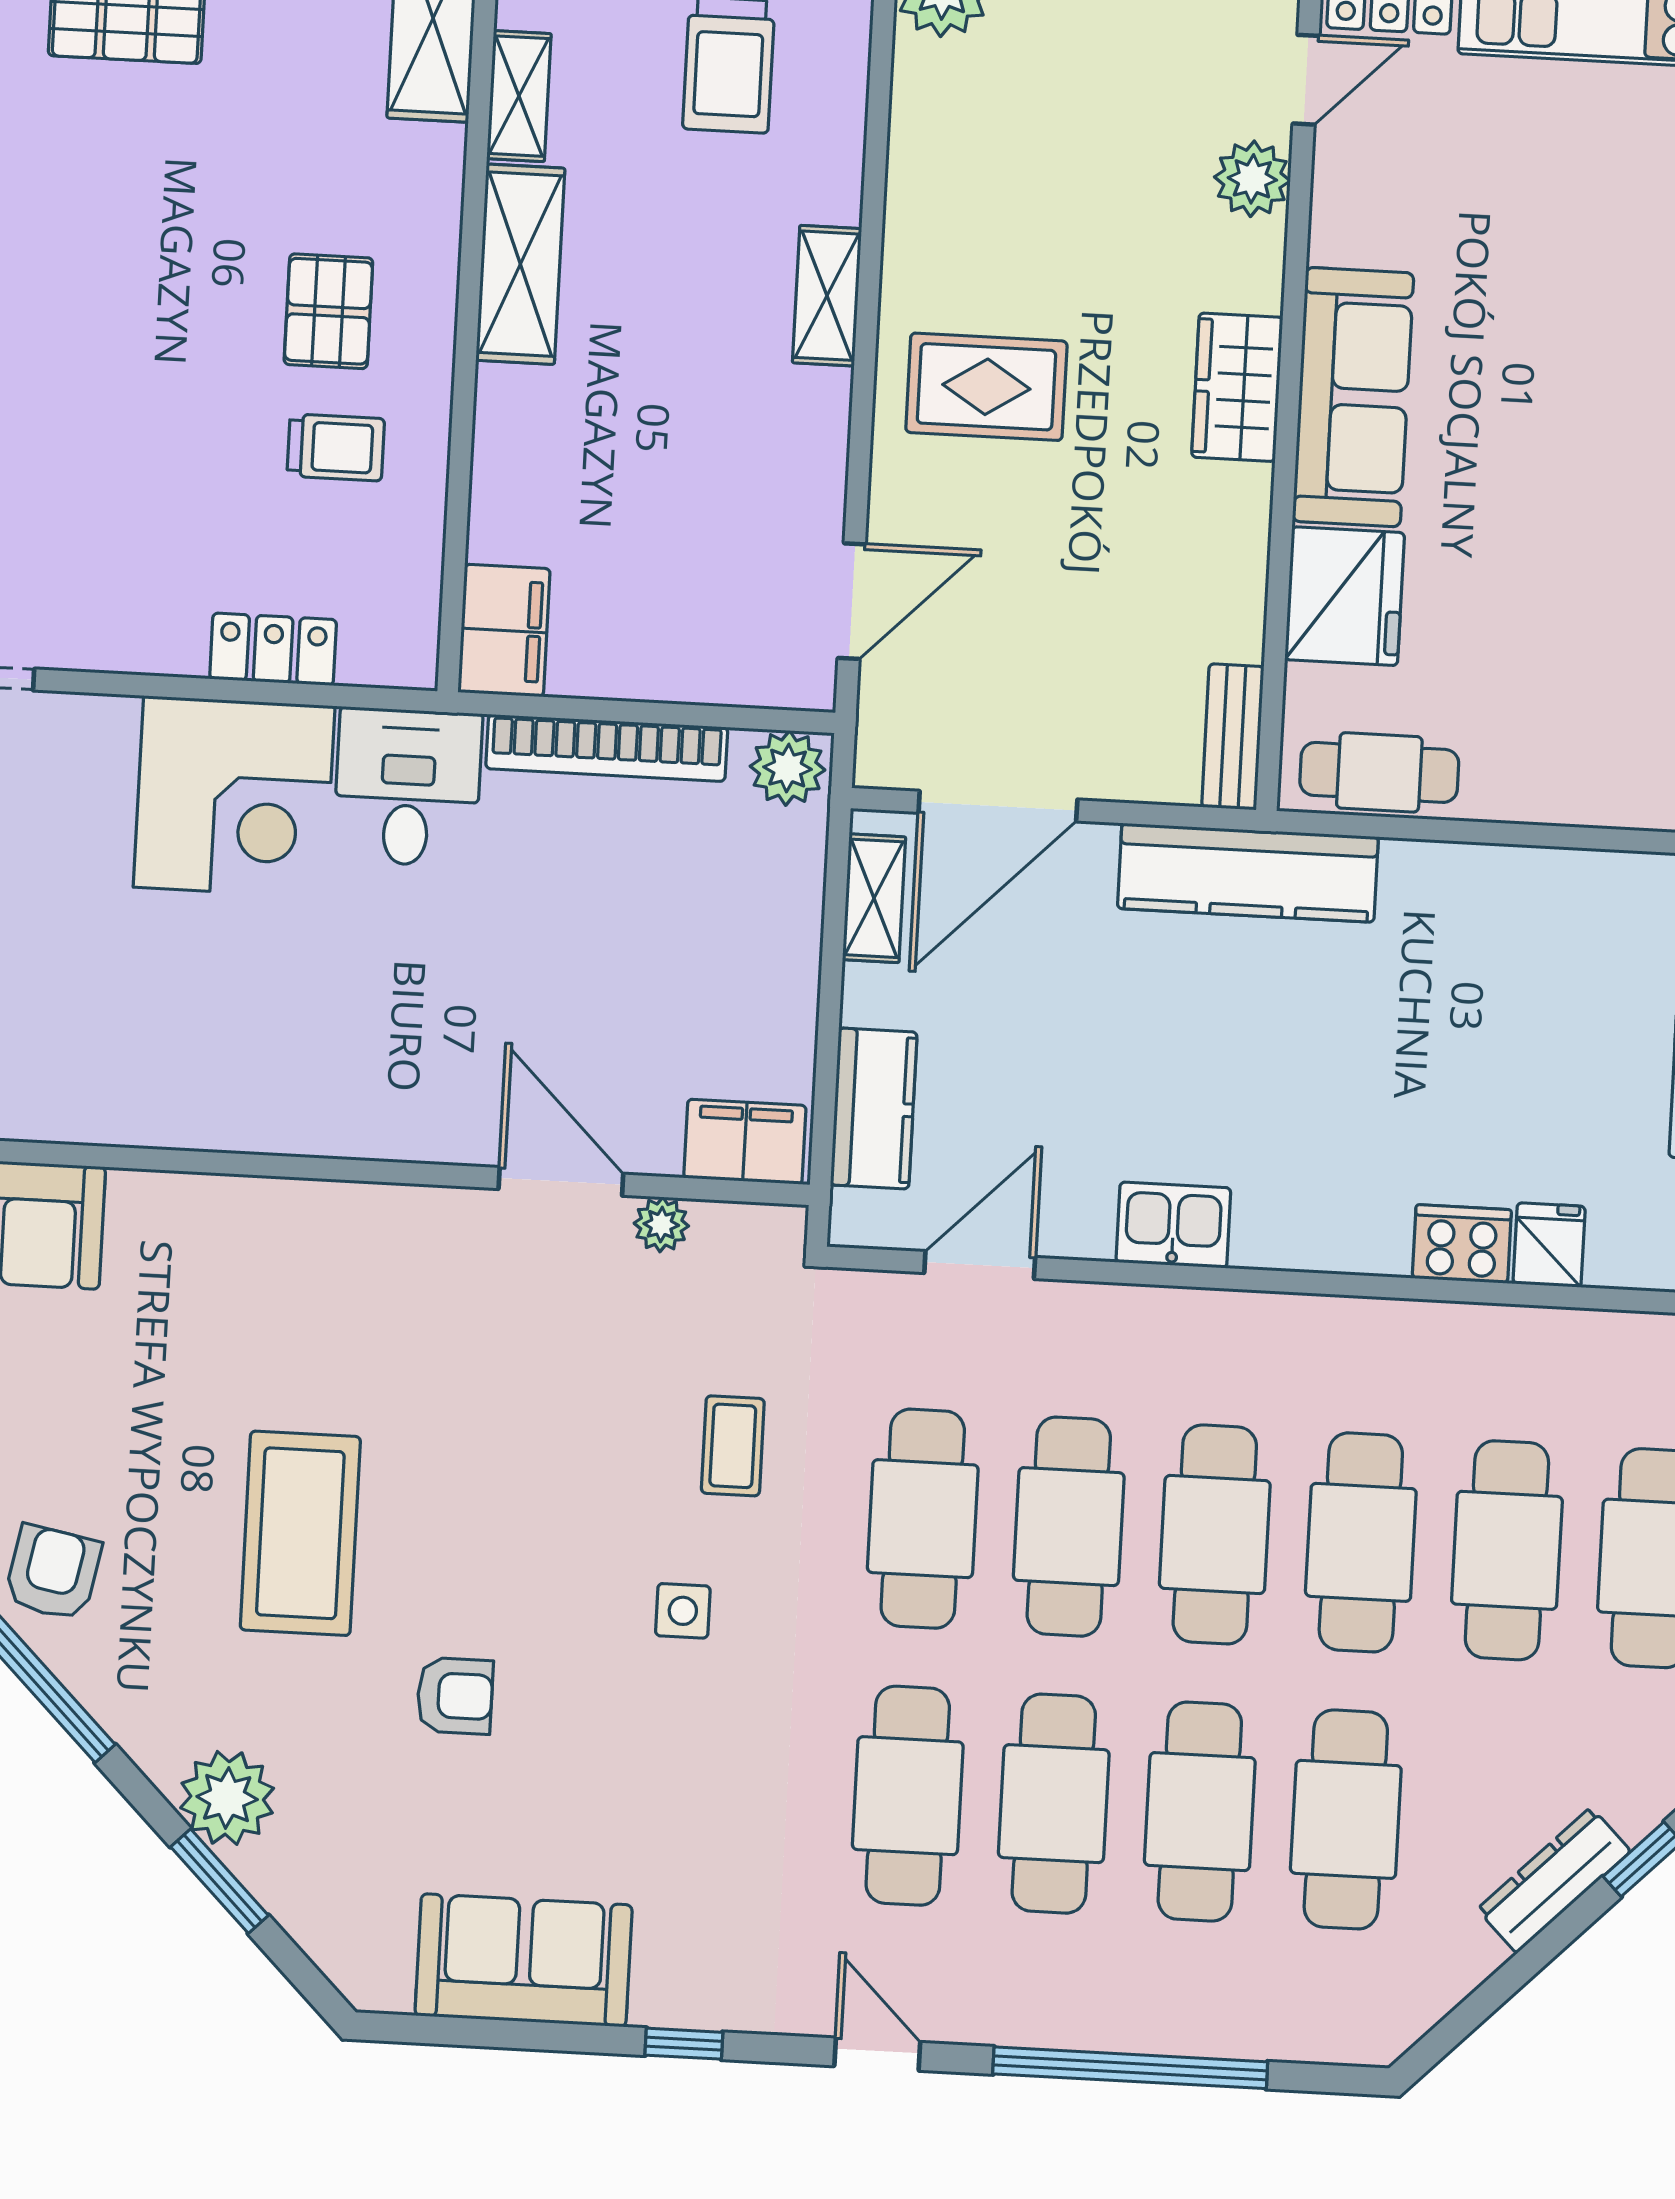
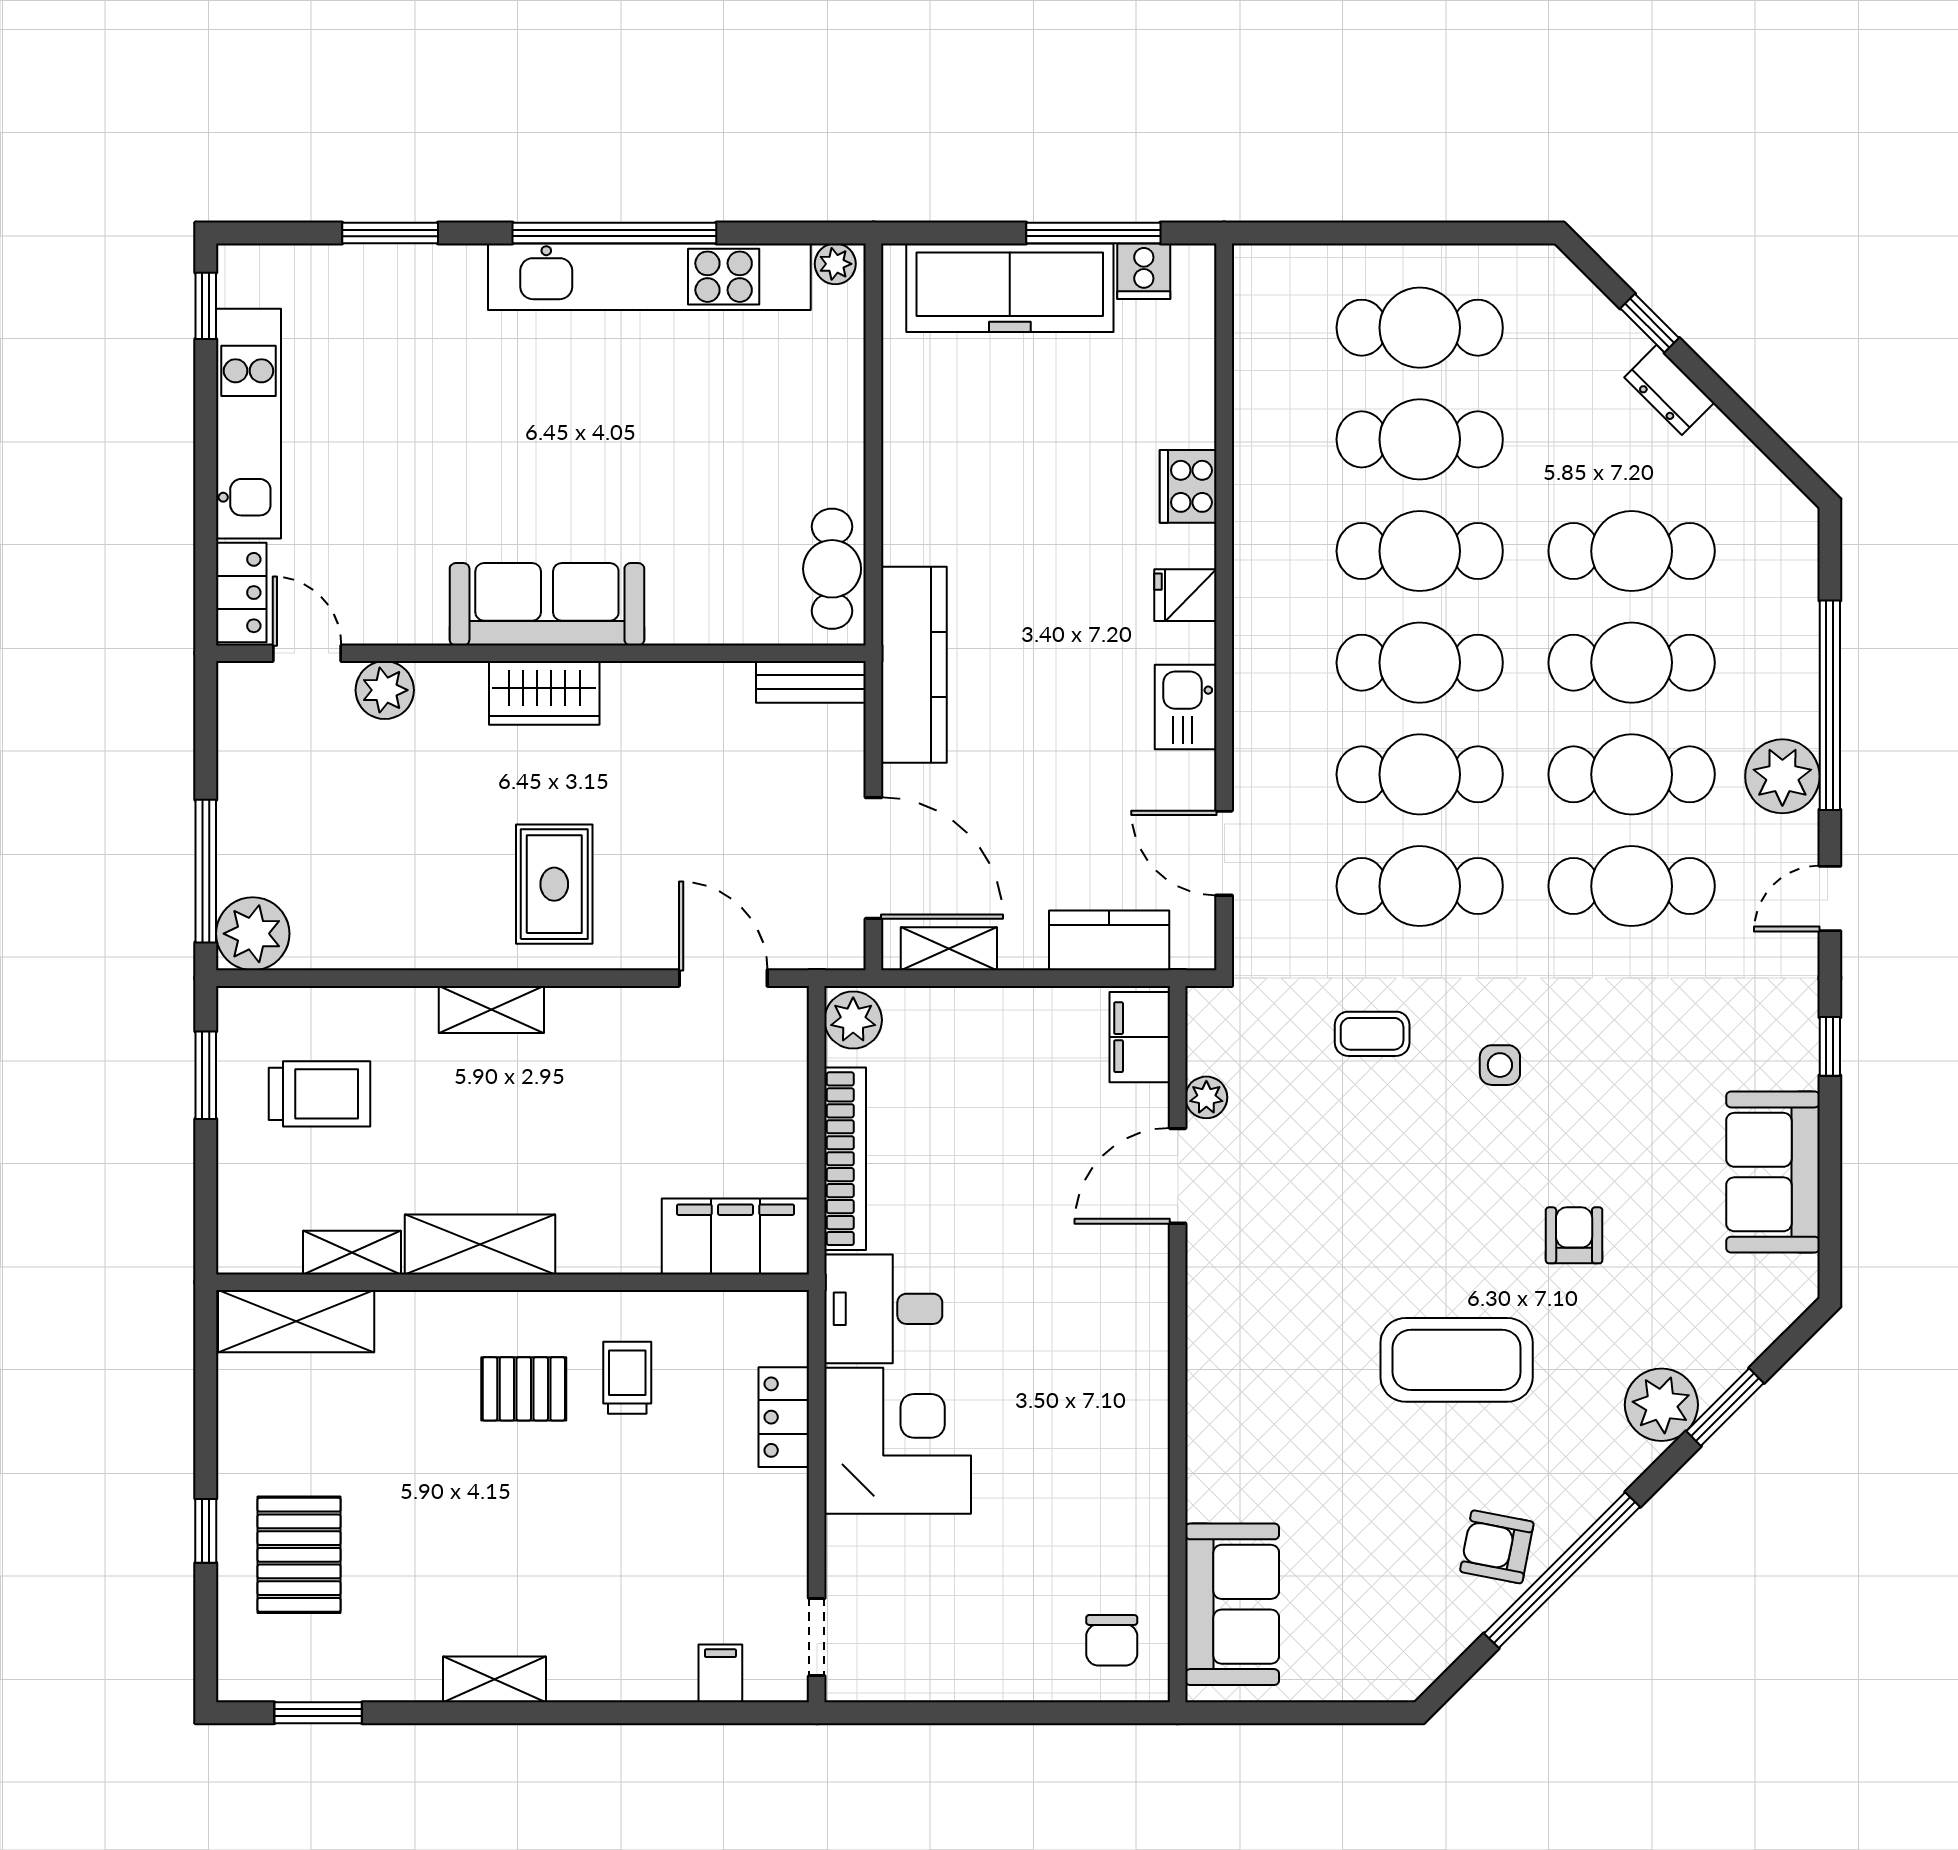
fridge: (1345, 596) -> (699, 602), removed
filing cabinet: (504, 631) -> (735, 1236), width x1.50, depth x1.17
fridge: (1549, 1245) -> (1185, 595), moved
dresser: (1554, 1880) -> (1669, 390), width x0.70
plant: (1040, 2001) -> (1782, 776), added

